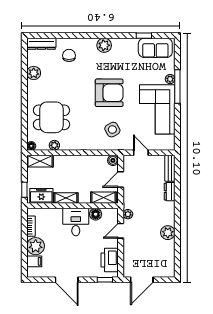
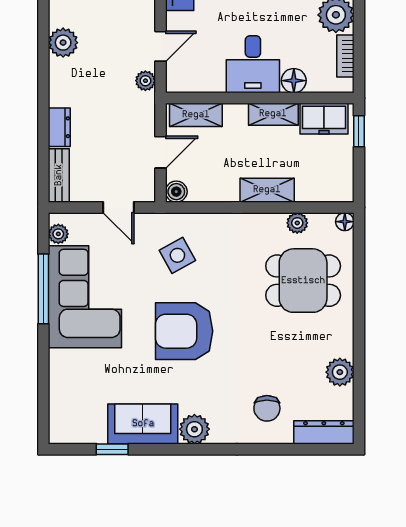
sofa: (155, 48) -> (143, 424), moved
plant: (170, 79) -> (58, 234), moved
window: (177, 87) -> (43, 289), moved
shelving: (40, 161) -> (267, 190), moved
floor lamp: (96, 214) -> (294, 81), moved

